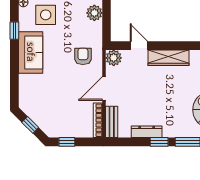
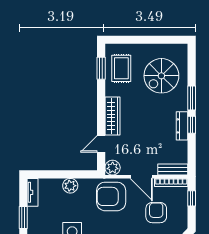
armchair: (83, 56) -> (111, 196), width x1.88, depth x1.88
armchair: (66, 104) -> (156, 213), added
dresser: (147, 132) -> (182, 126), moved
window: (67, 142) -> (192, 198), moved

